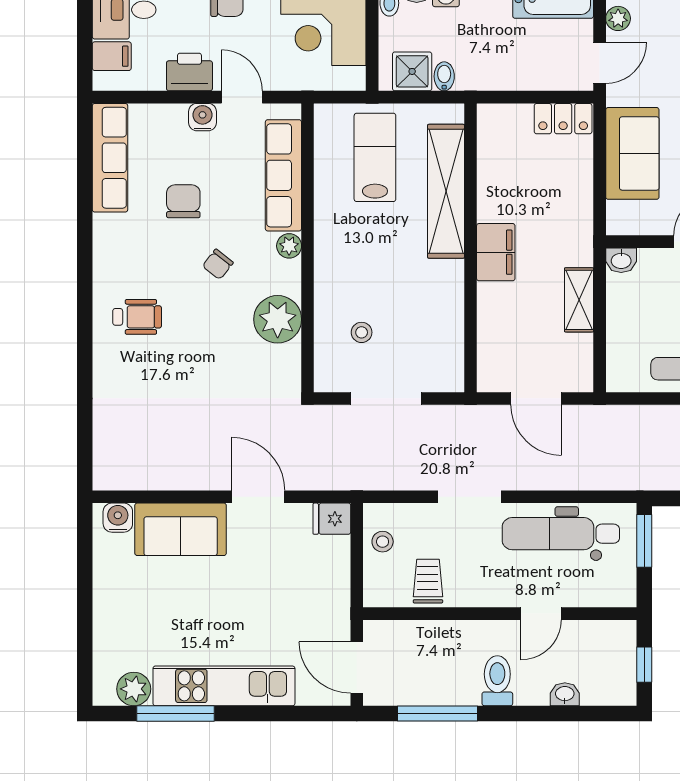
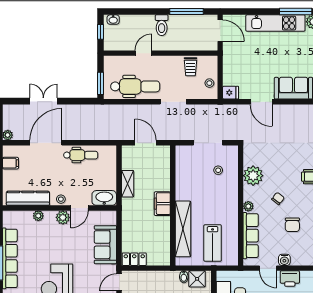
washbasin: (621, 260) -> (104, 198), width x1.91, depth x1.45
washbasin: (565, 694) -> (113, 20), moved

